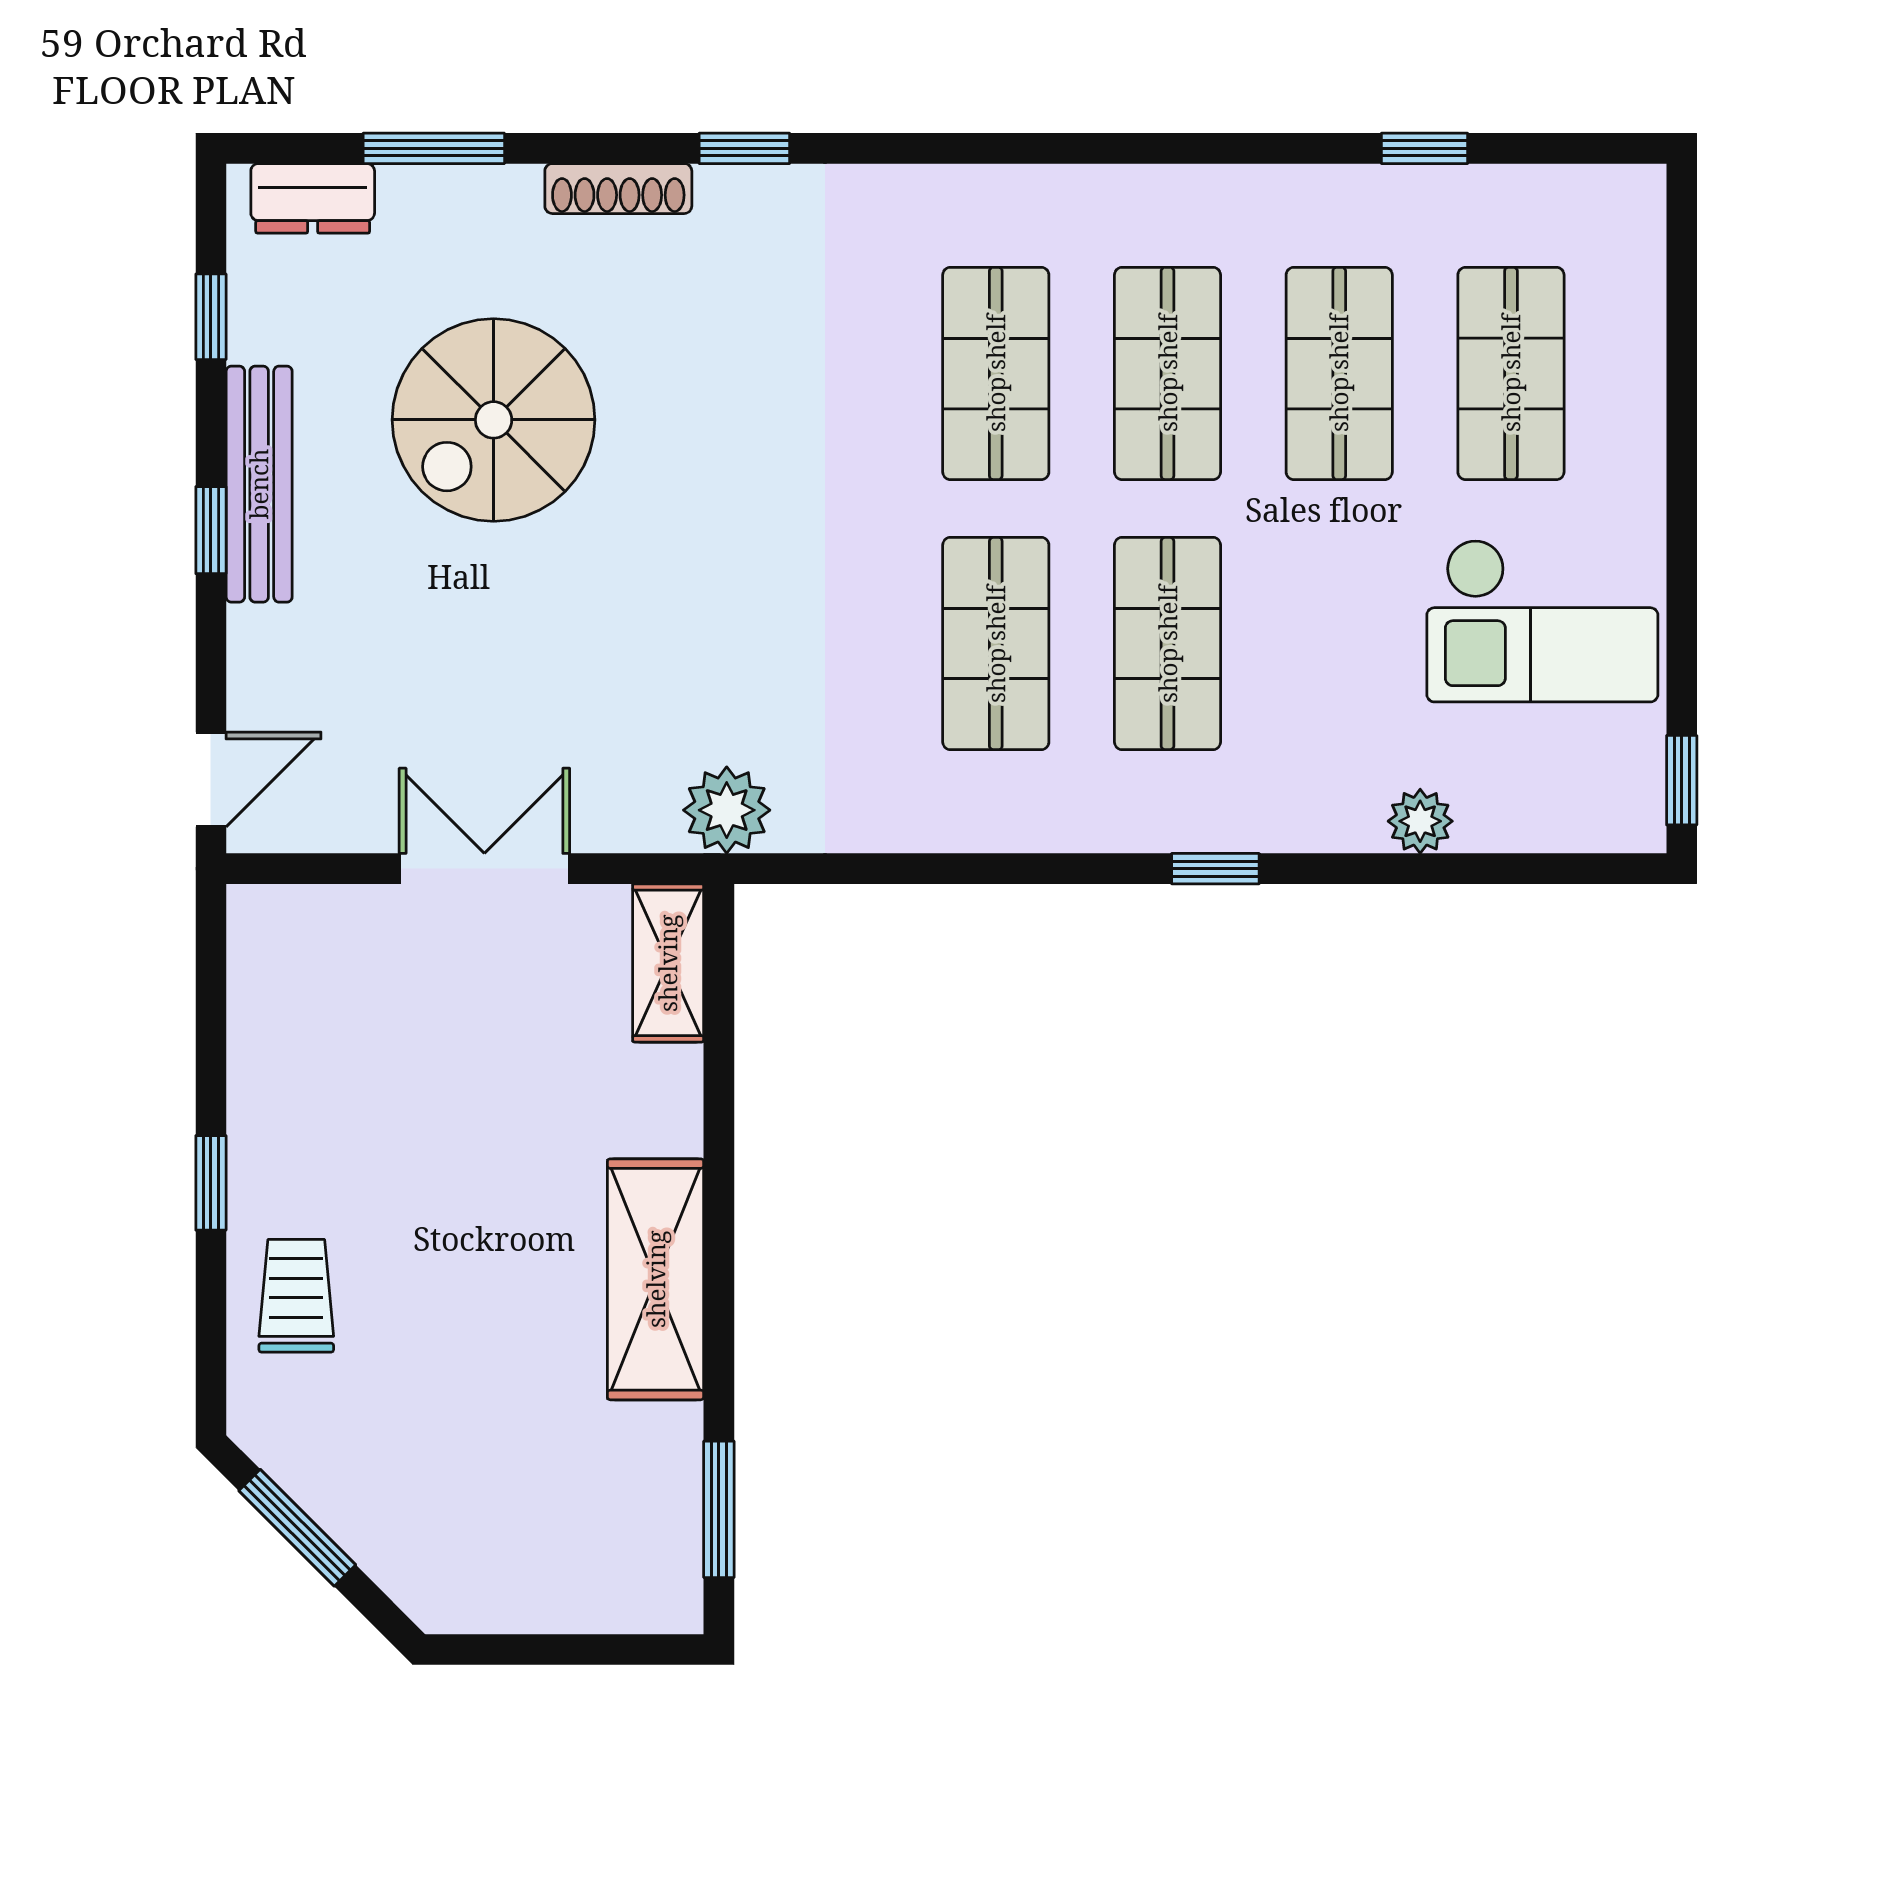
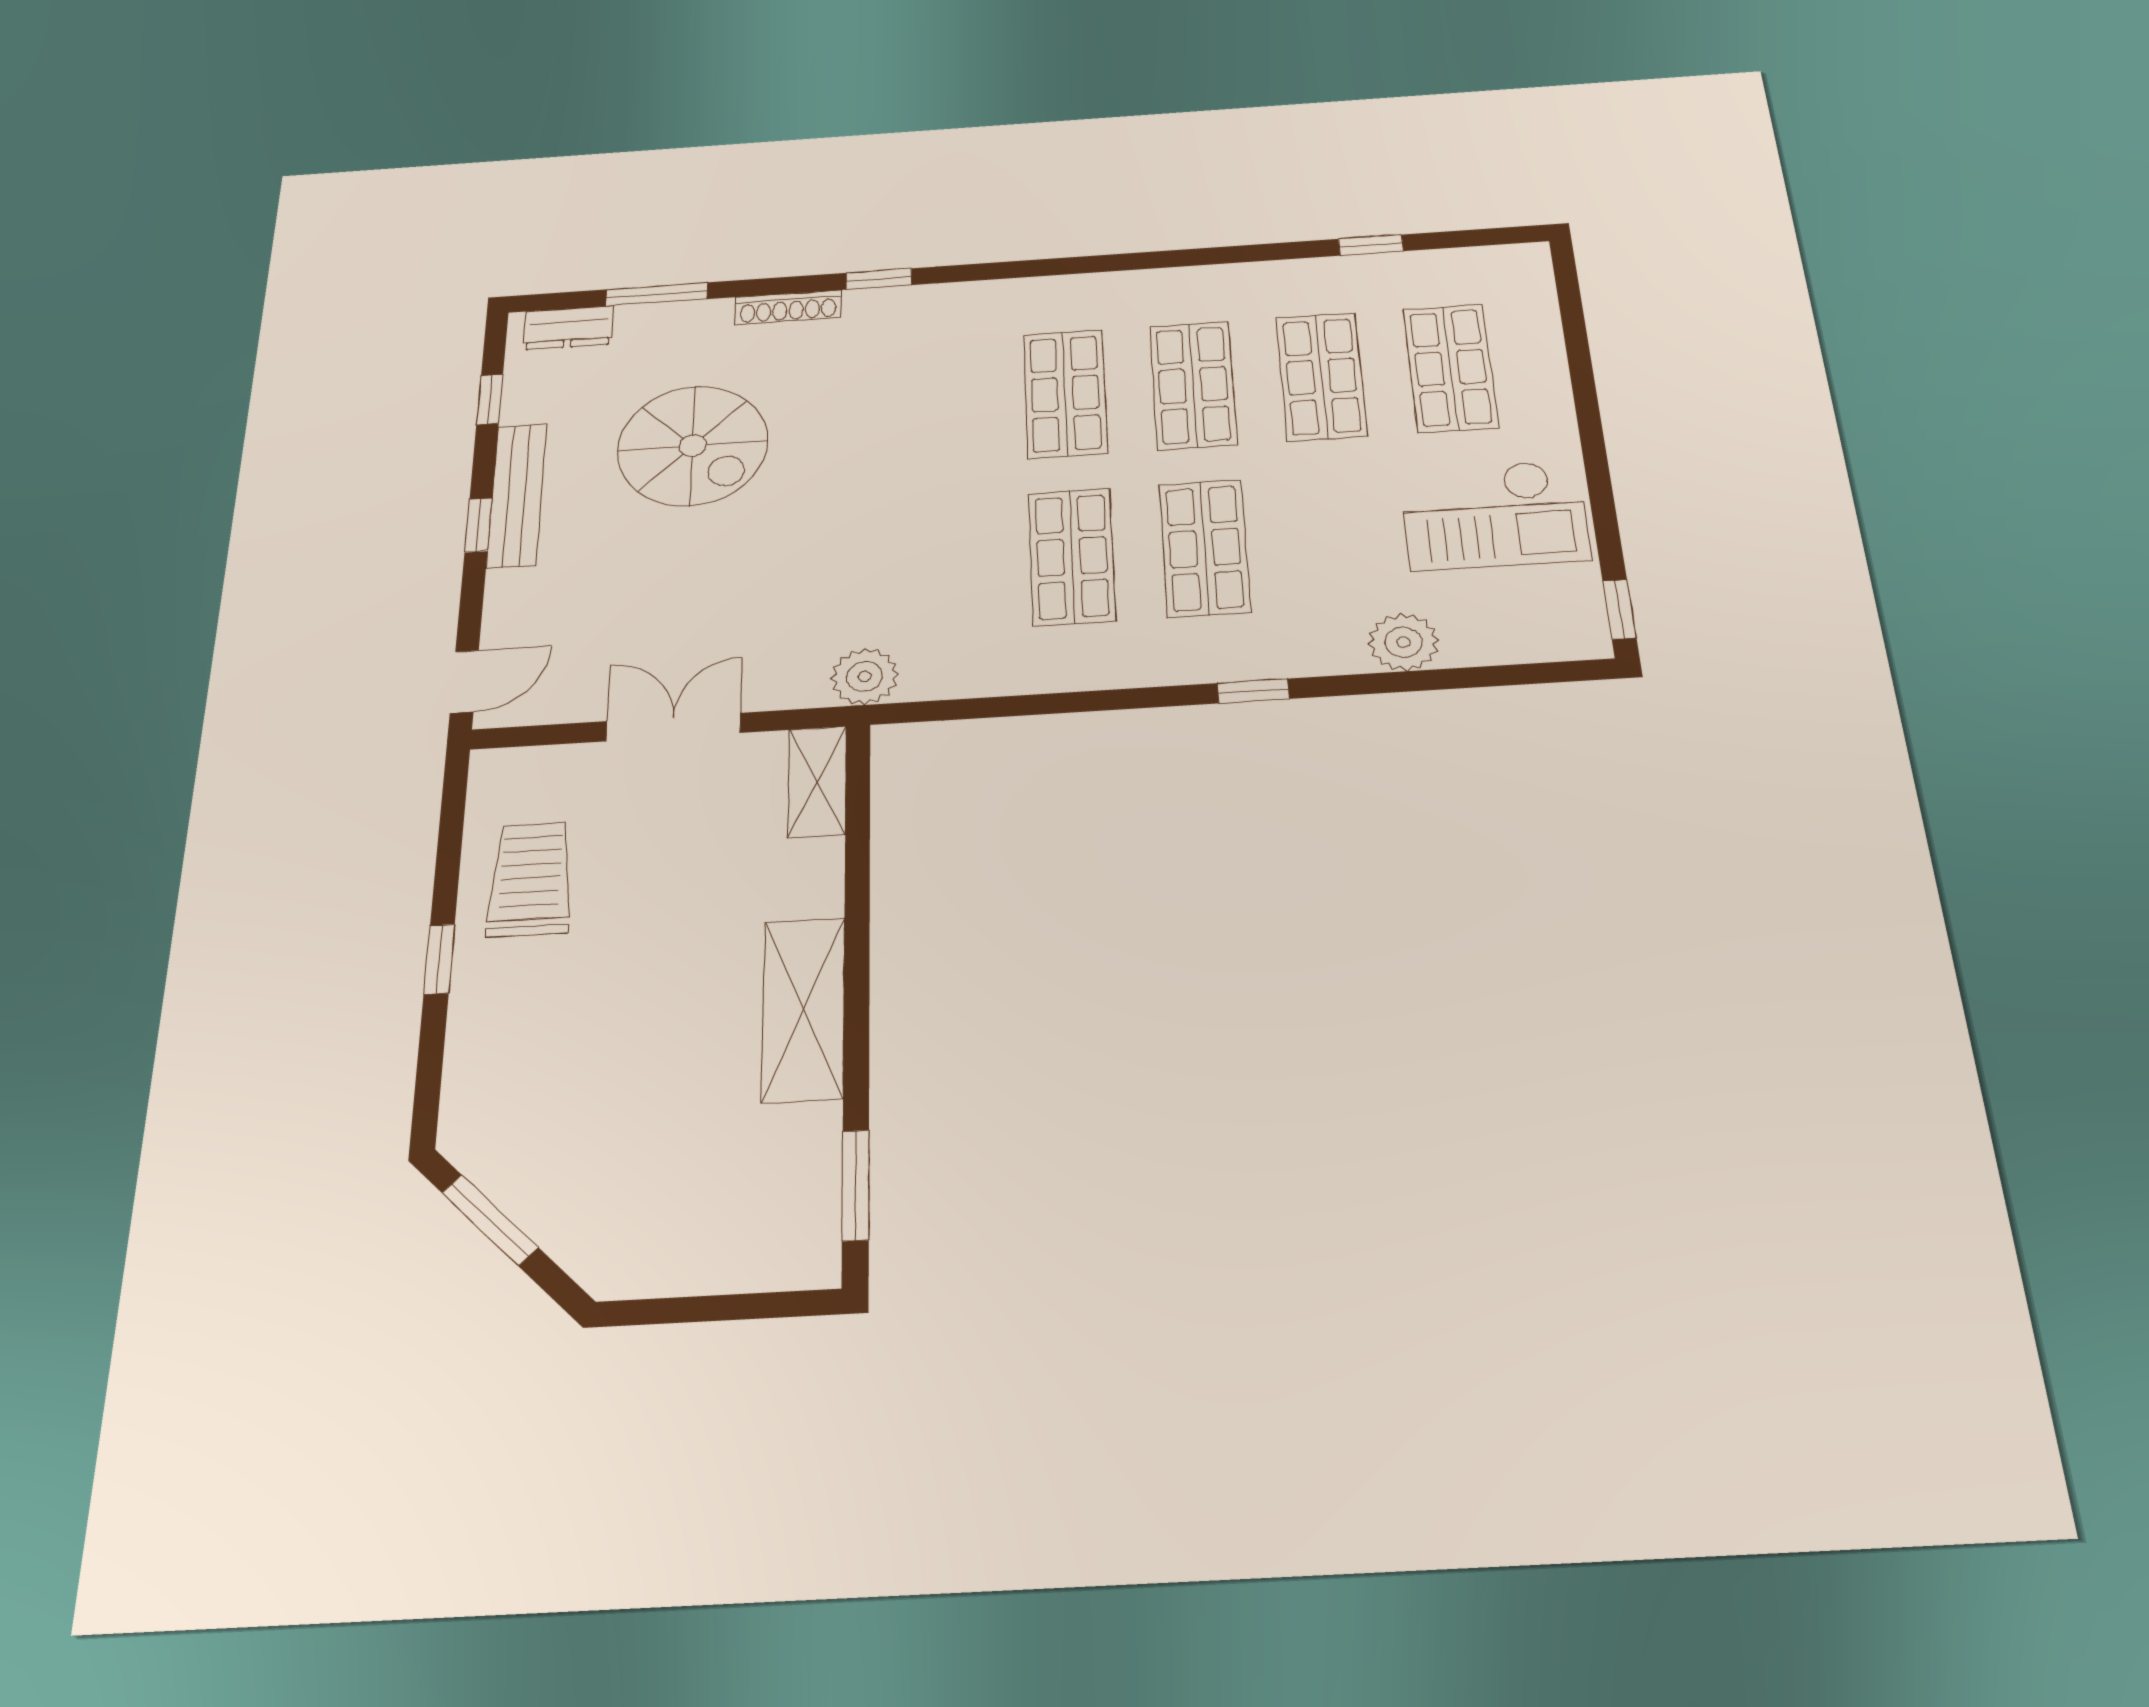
spiral stairs: (494, 420) -> (693, 446), turned -90
plant: (1420, 821) -> (1403, 642), width x1.38, depth x1.38
trolley: (296, 1296) -> (530, 879), moved, width x1.36, depth x1.39

